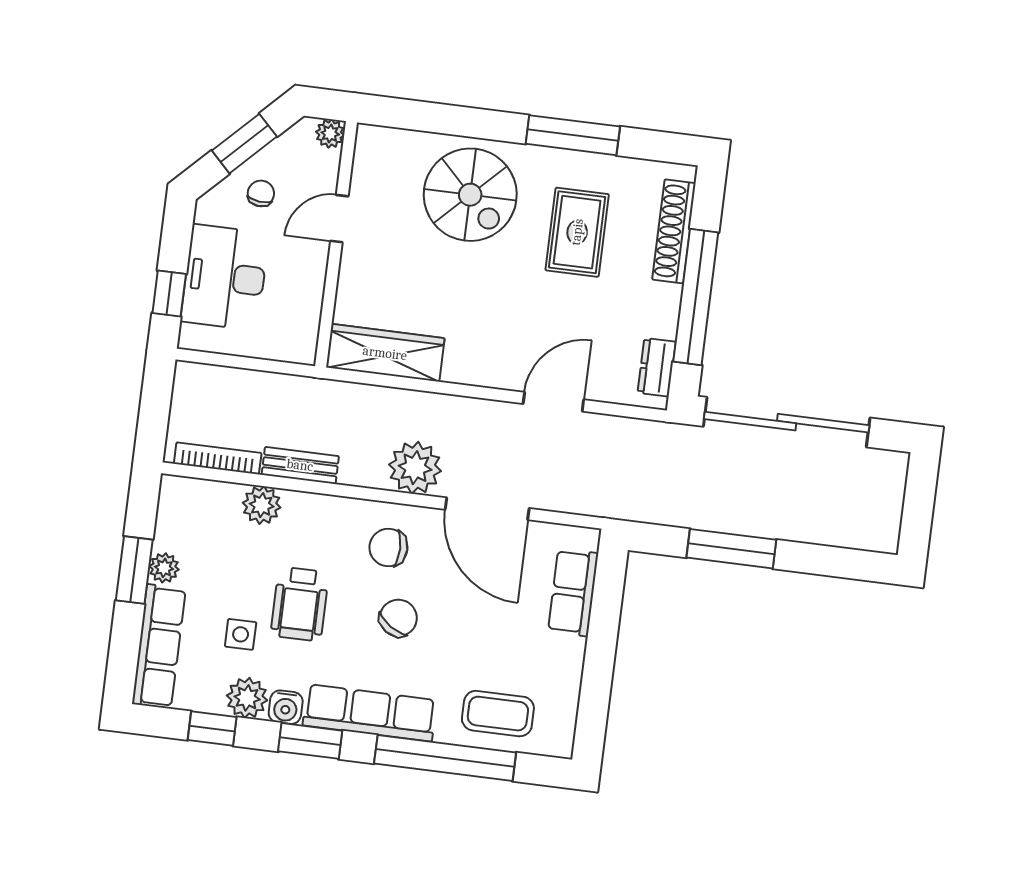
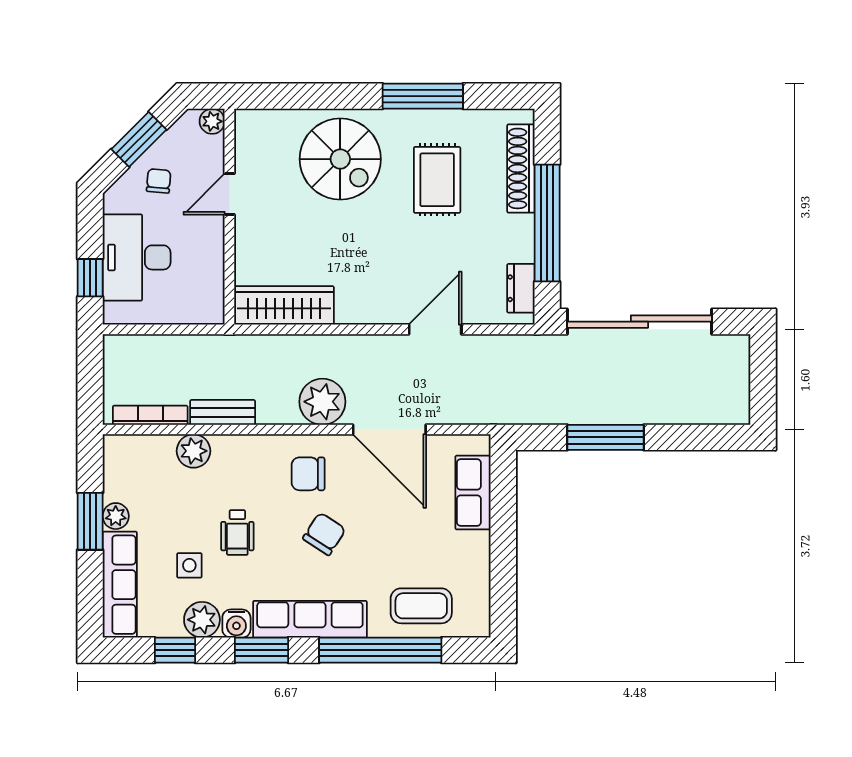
wheelchair: (300, 604) -> (237, 533), width x0.73, depth x0.73

